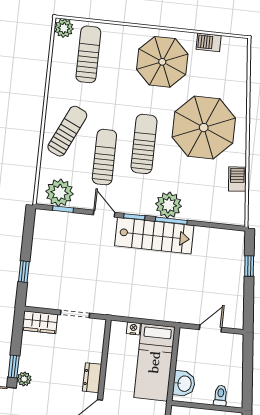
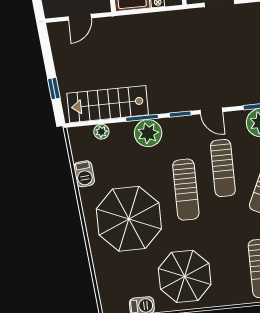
plant: (213, 216) -> (101, 132), added
stairs: (154, 236) -> (108, 104), moved

